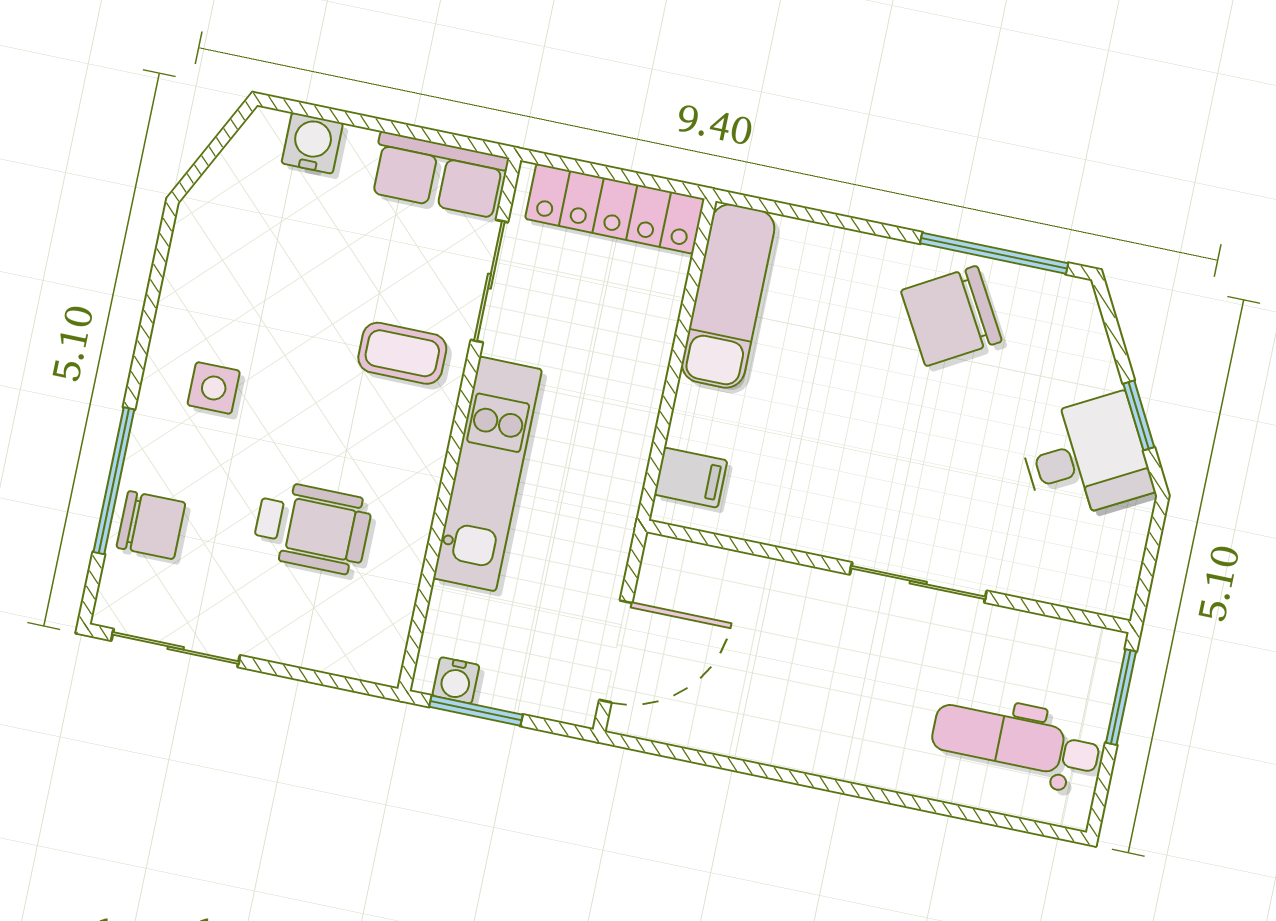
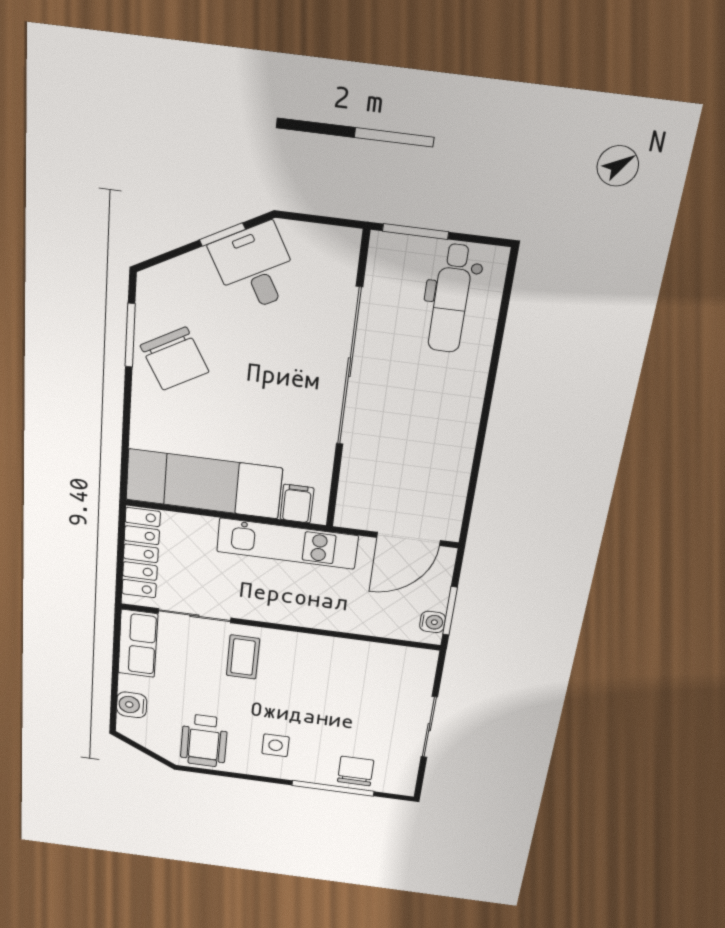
window: (994, 253) -> (130, 335), width x0.69
exam couch: (728, 296) -> (204, 484), width x1.36, depth x1.45
kitchen unit: (487, 474) -> (287, 544), moved, turned 180
wheelchair: (312, 528) -> (204, 741), moved, turned 180
sliding door: (918, 583) -> (349, 367), width x1.86
sliding door: (176, 648) -> (429, 727), moved
door: (616, 651) -> (408, 539), swing flipped

